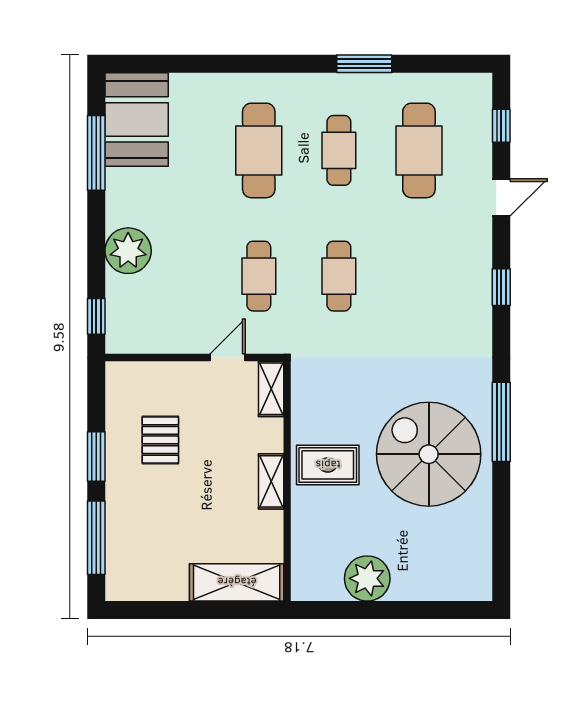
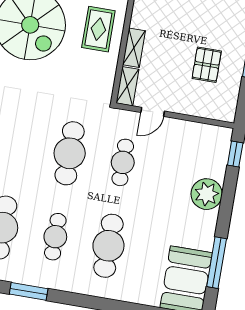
cafe table: (339, 276) -> (70, 153), width x1.37, depth x1.35
rug: (328, 465) -> (98, 29), turned 90
shelving: (271, 481) -> (134, 48), moved

